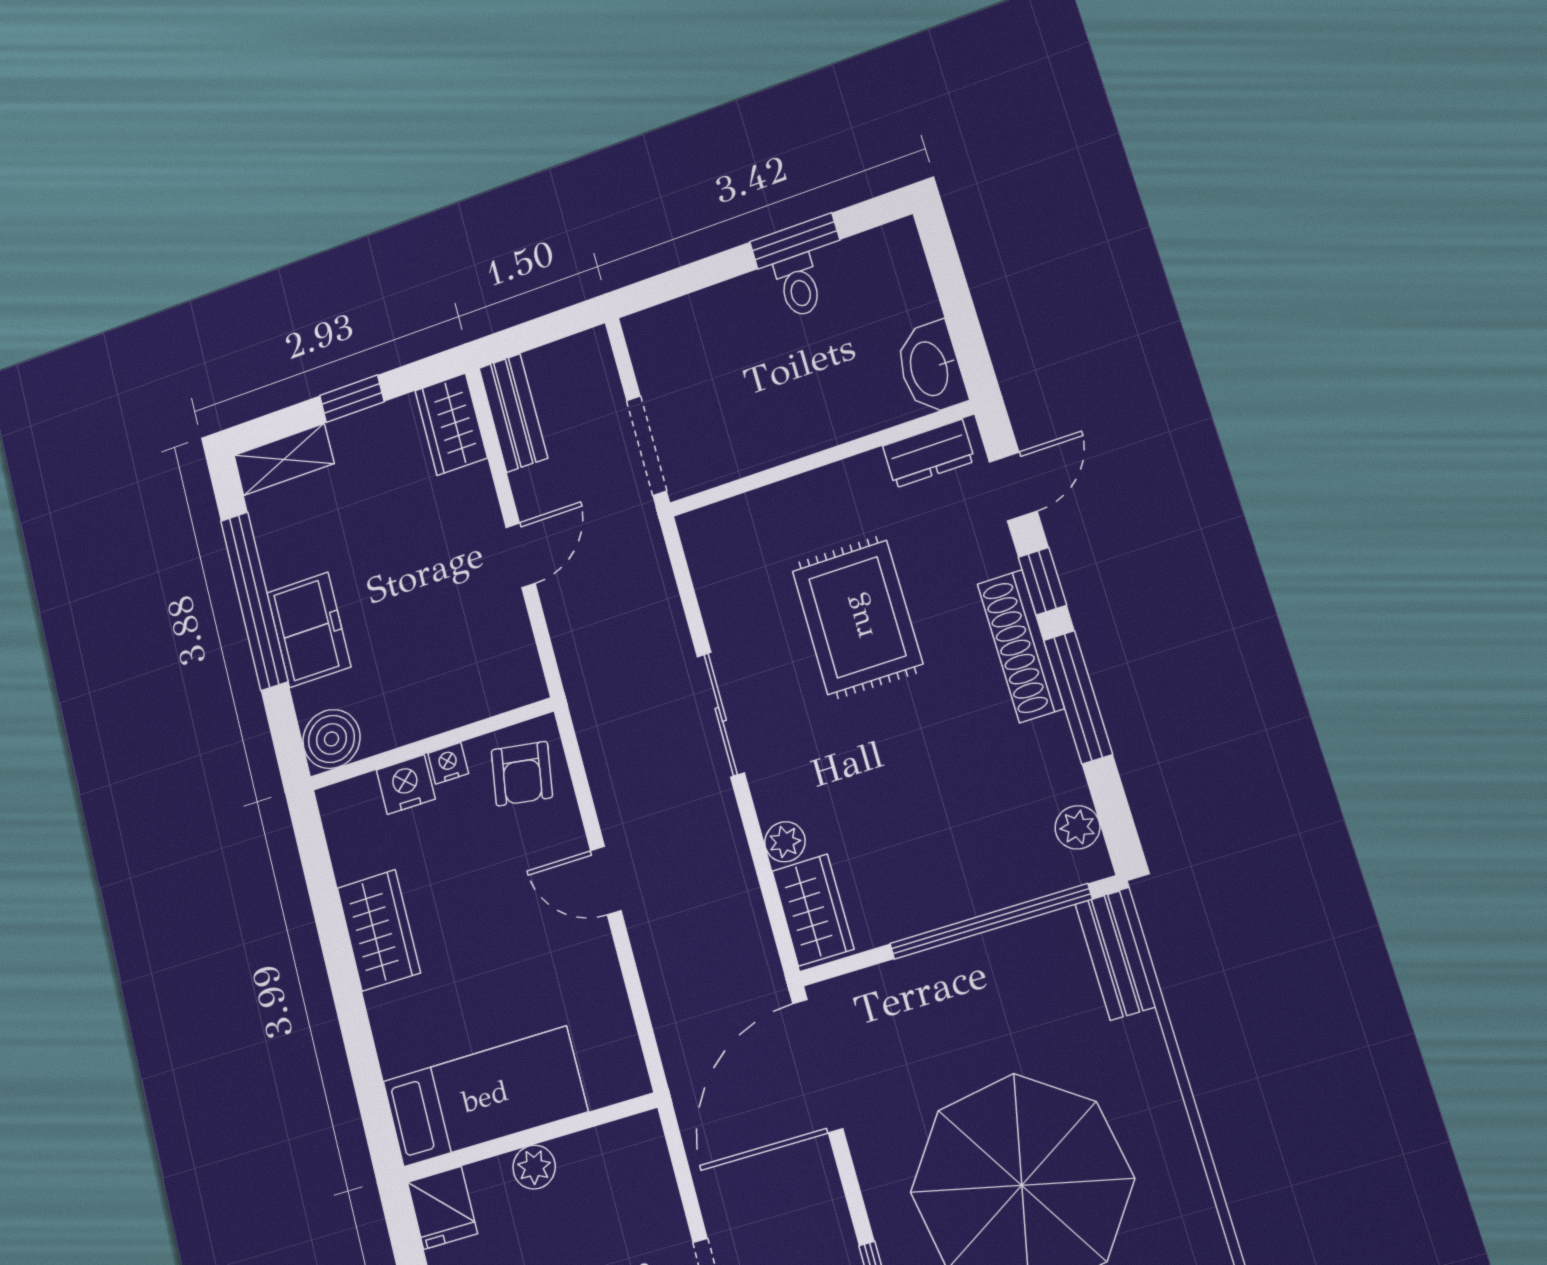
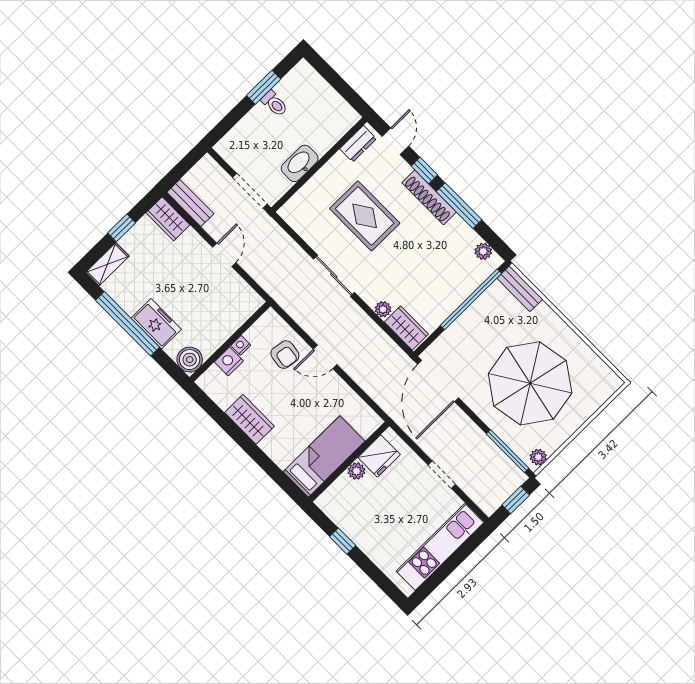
washbasin: (931, 368) -> (300, 163), moved, turned 90
armchair: (522, 774) -> (285, 355), moved
fridge: (442, 1208) -> (379, 456), moved, width x1.38

